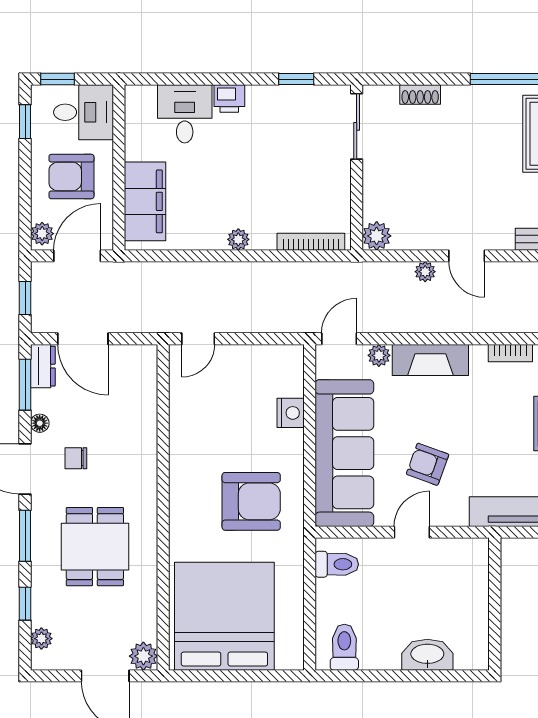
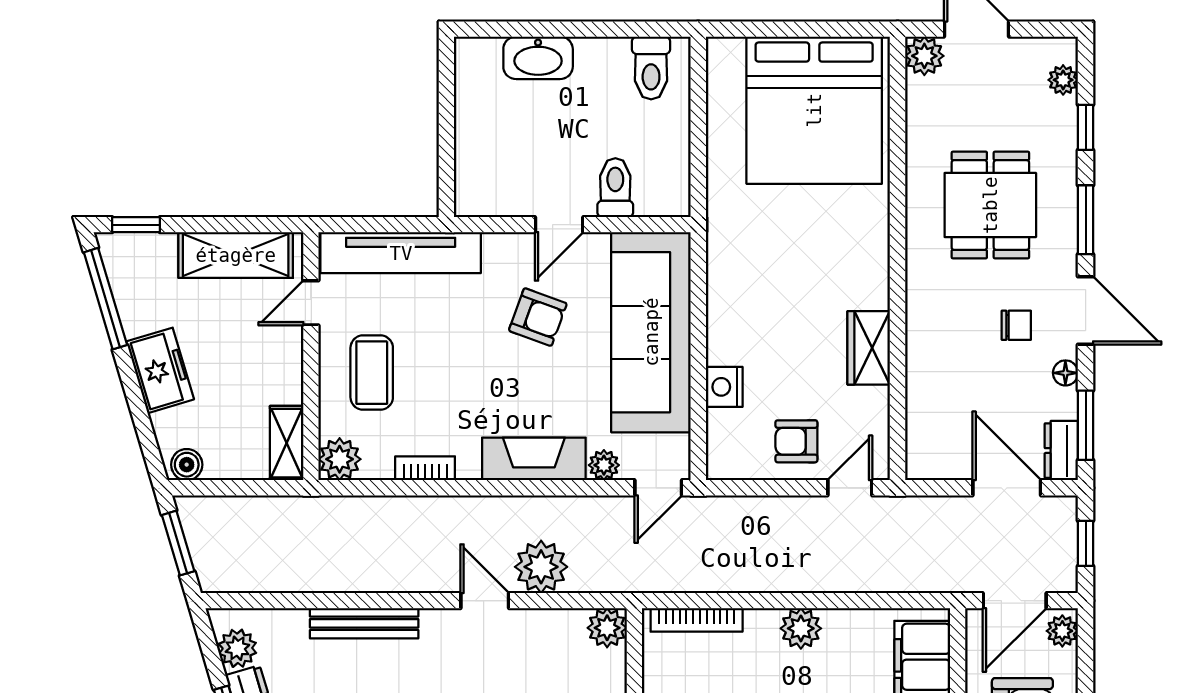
plant: (238, 239) -> (801, 628), width x1.38, depth x1.38
plant: (425, 272) -> (541, 567), width x1.87, depth x1.87
wardrobe: (184, 442) -> (869, 348), added
armchair: (251, 501) -> (796, 441), moved, width x0.53, depth x0.53
toilet: (337, 564) -> (615, 188), moved, turned 90

